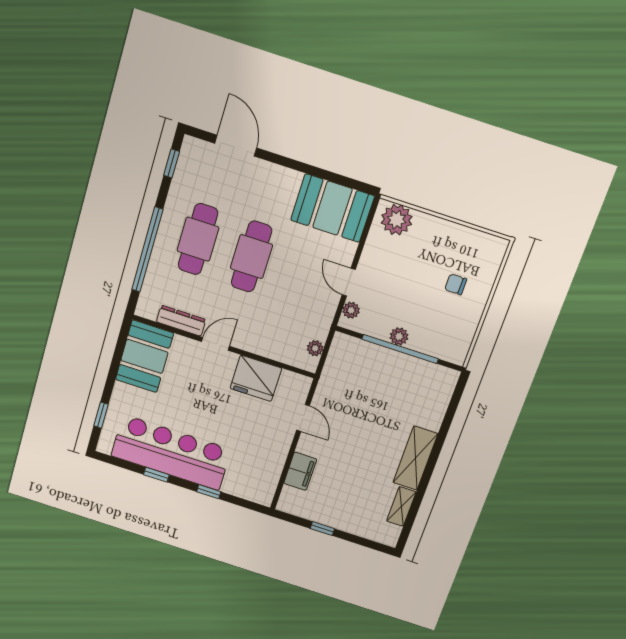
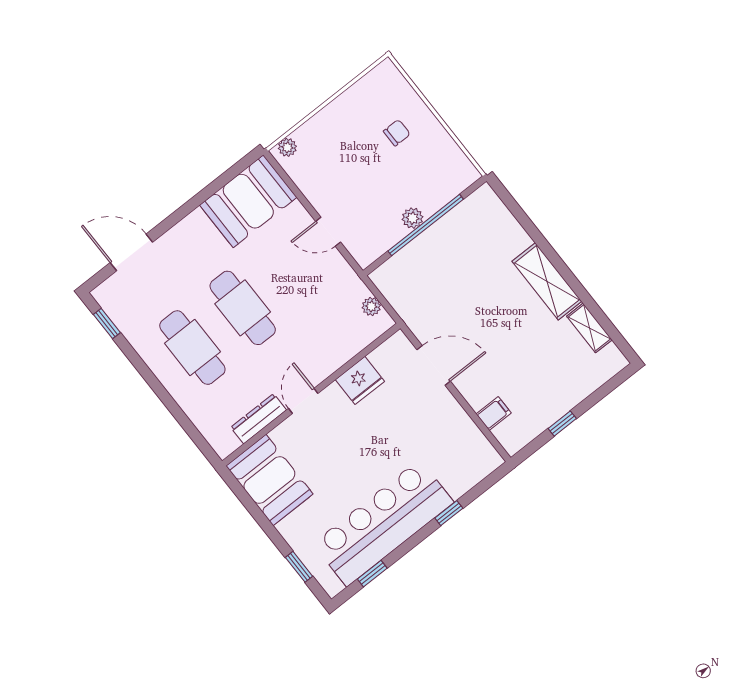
plant: (397, 220) -> (287, 147), width x0.53, depth x0.53
window: (147, 250) -> (170, 403), removed
chair: (456, 284) -> (397, 133), turned 180
plant: (351, 310) -> (357, 247), removed
fridge: (256, 378) -> (360, 380), width x0.73, depth x0.75
door: (303, 418) -> (434, 365), width x1.38
filing cabinet: (300, 471) -> (494, 413), width x0.50
window: (156, 475) -> (372, 574), moved

